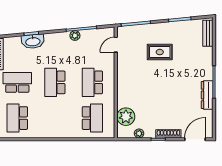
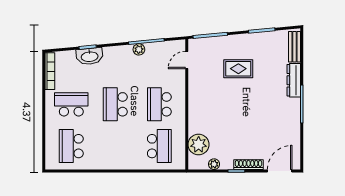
dresser: (207, 95) -> (294, 80), moved

